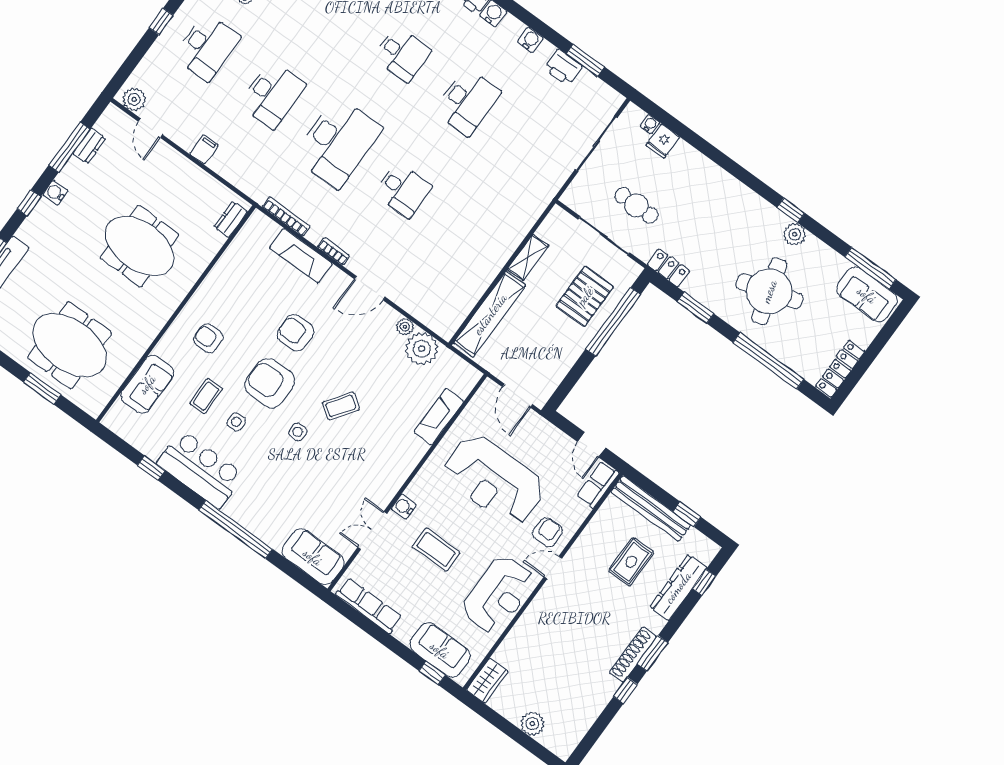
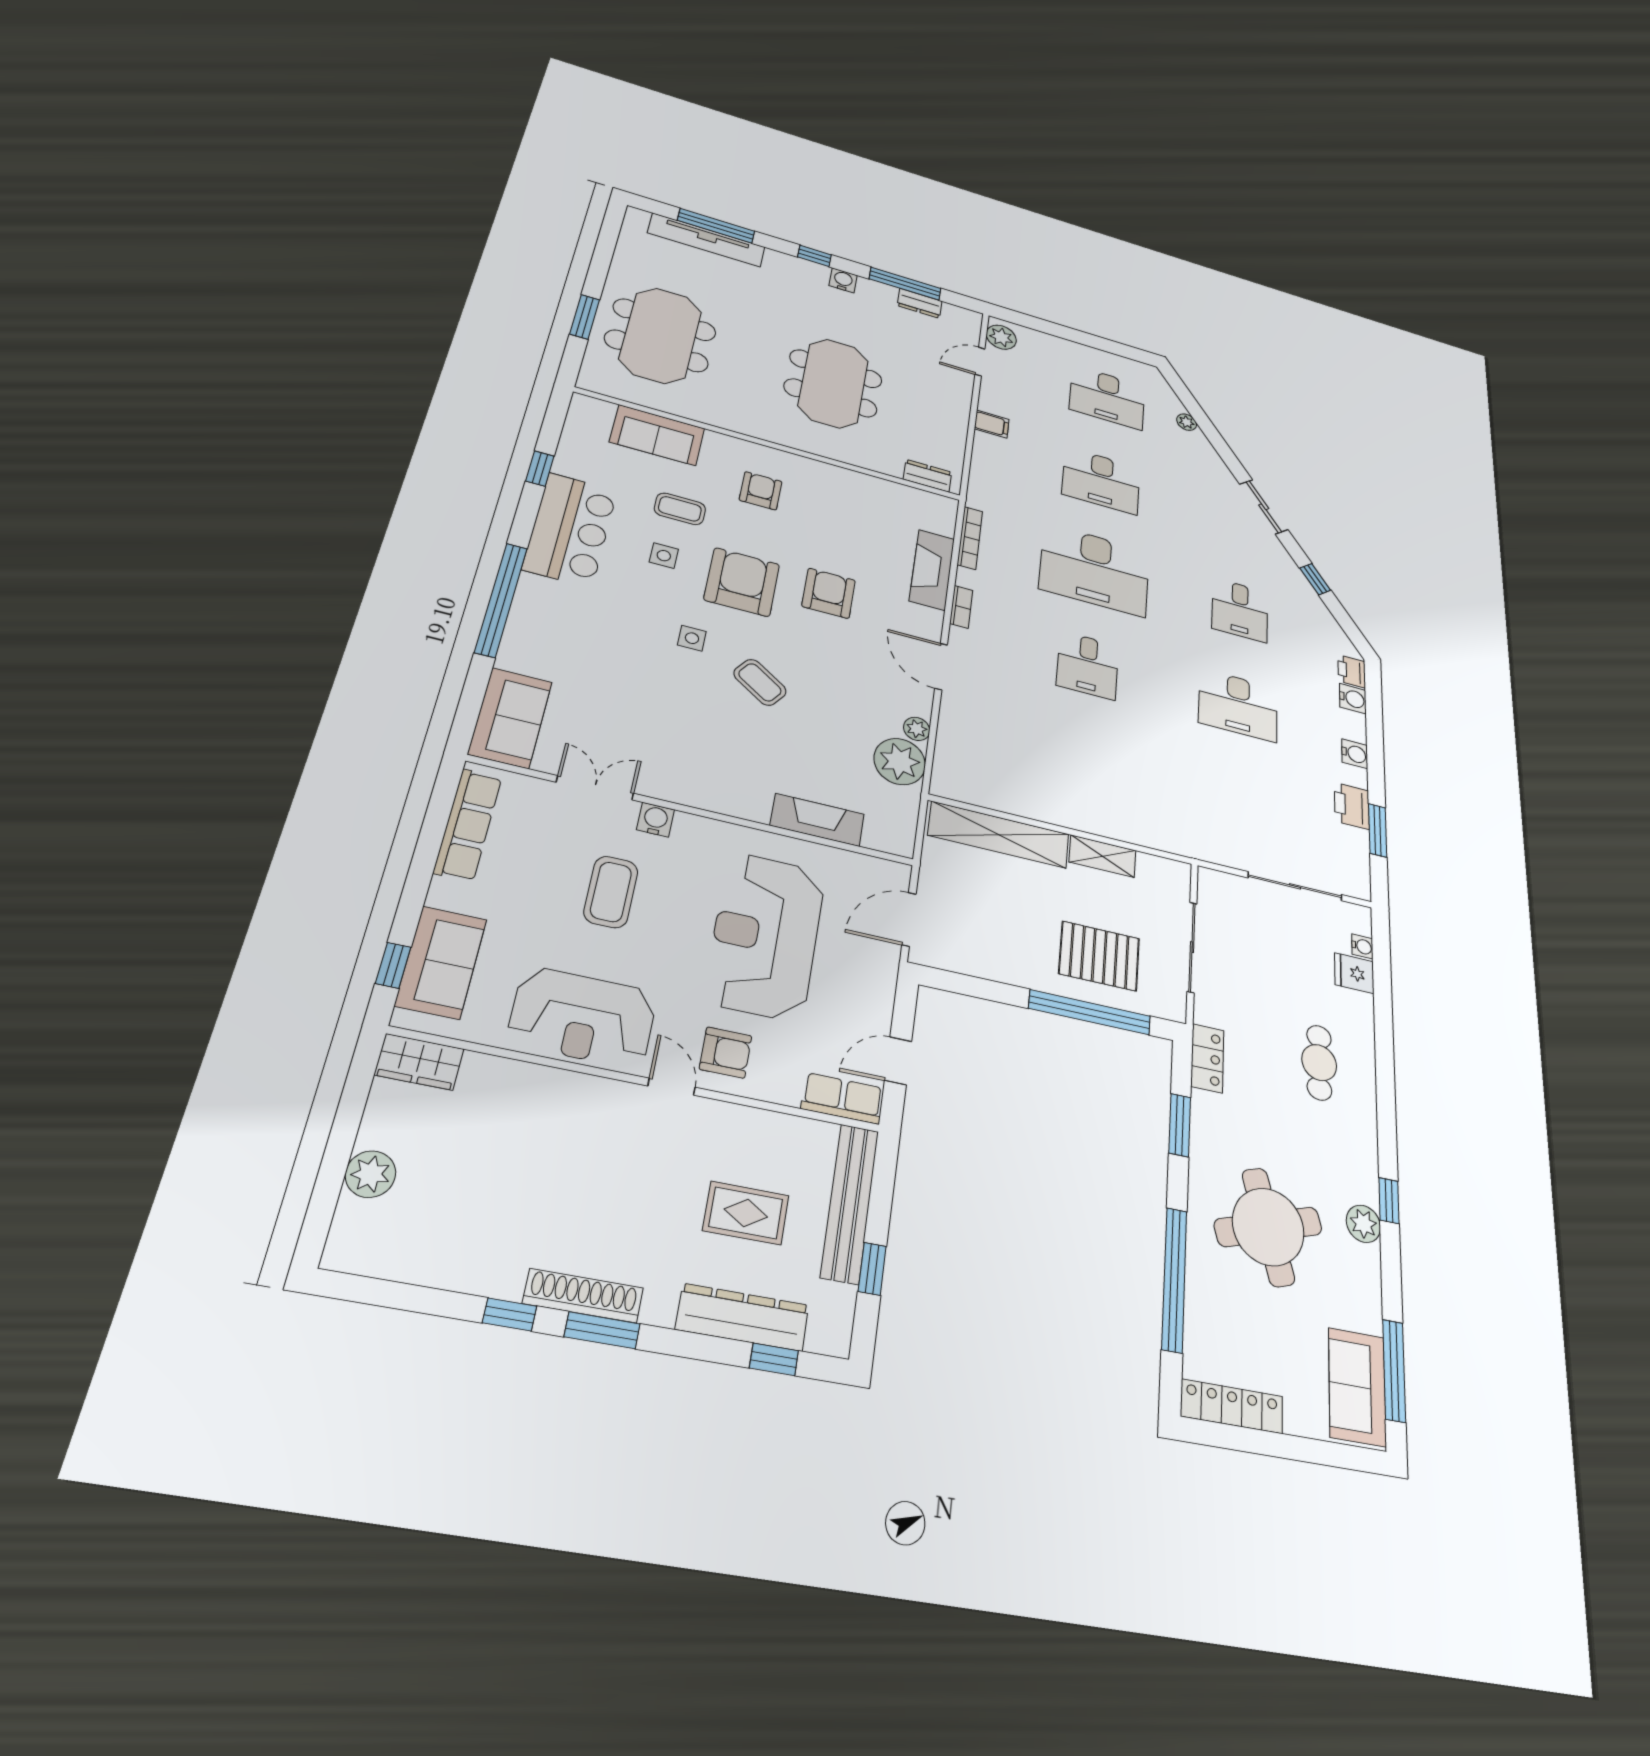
window: (161, 22) -> (1103, 344), removed
cafe table: (636, 205) -> (1319, 1063), moved

